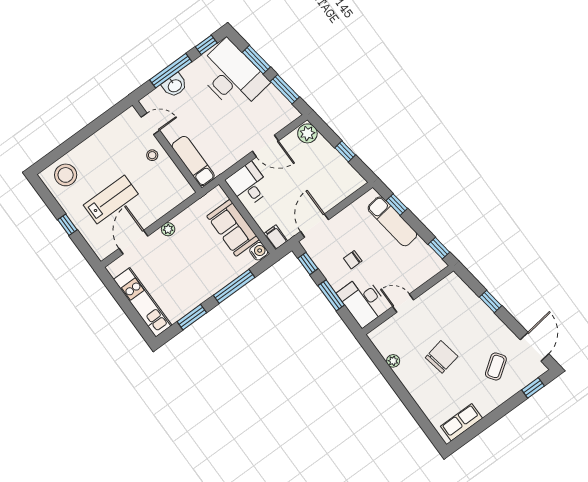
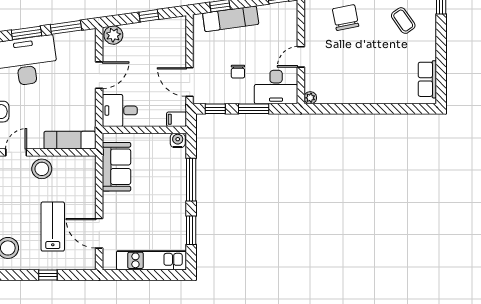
stool: (152, 155) -> (42, 169), width x1.89, depth x1.89
sofa: (233, 228) -> (116, 167), moved, turned -90
plant: (168, 229) -> (109, 199), removed
chair: (442, 357) -> (346, 18), moved
plant: (393, 361) -> (310, 98), moved

